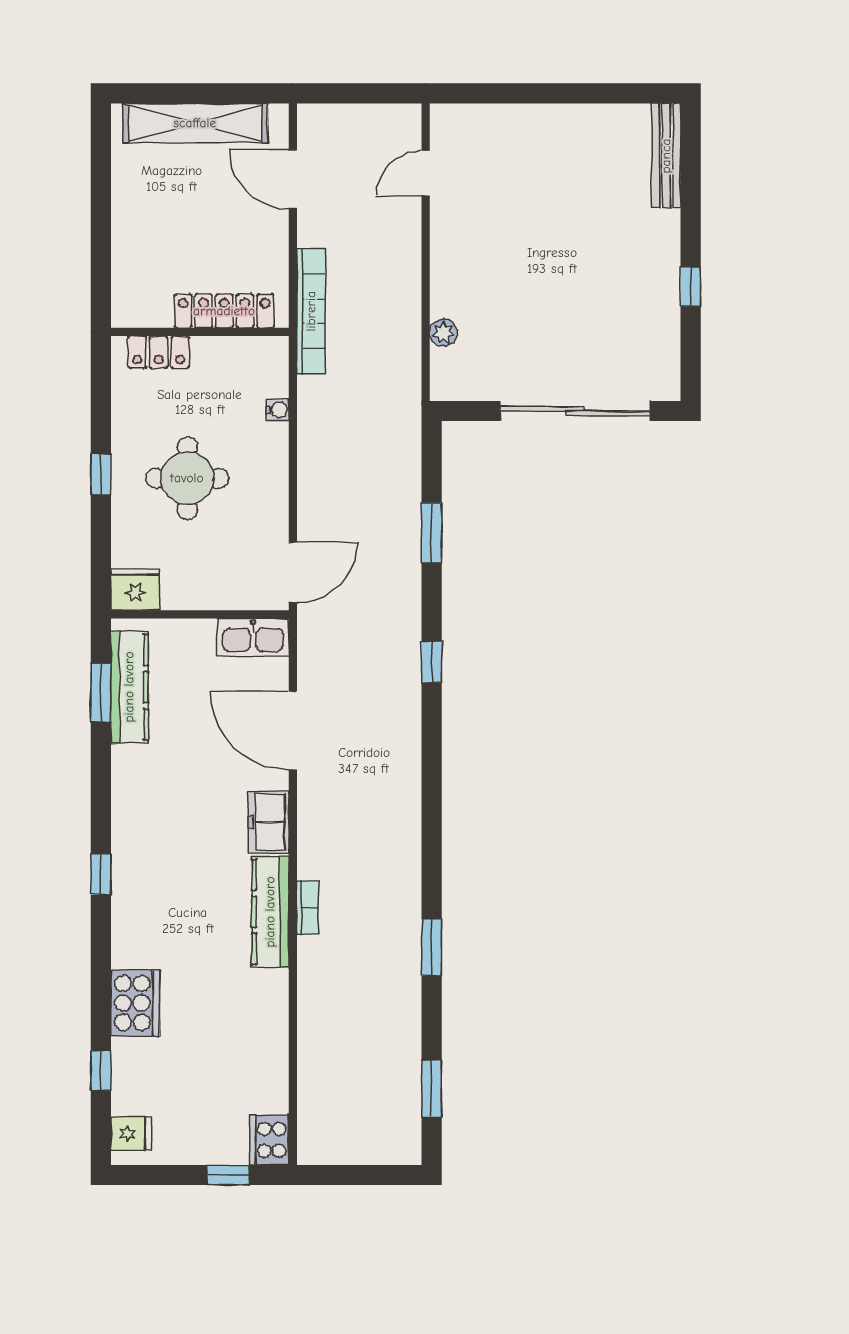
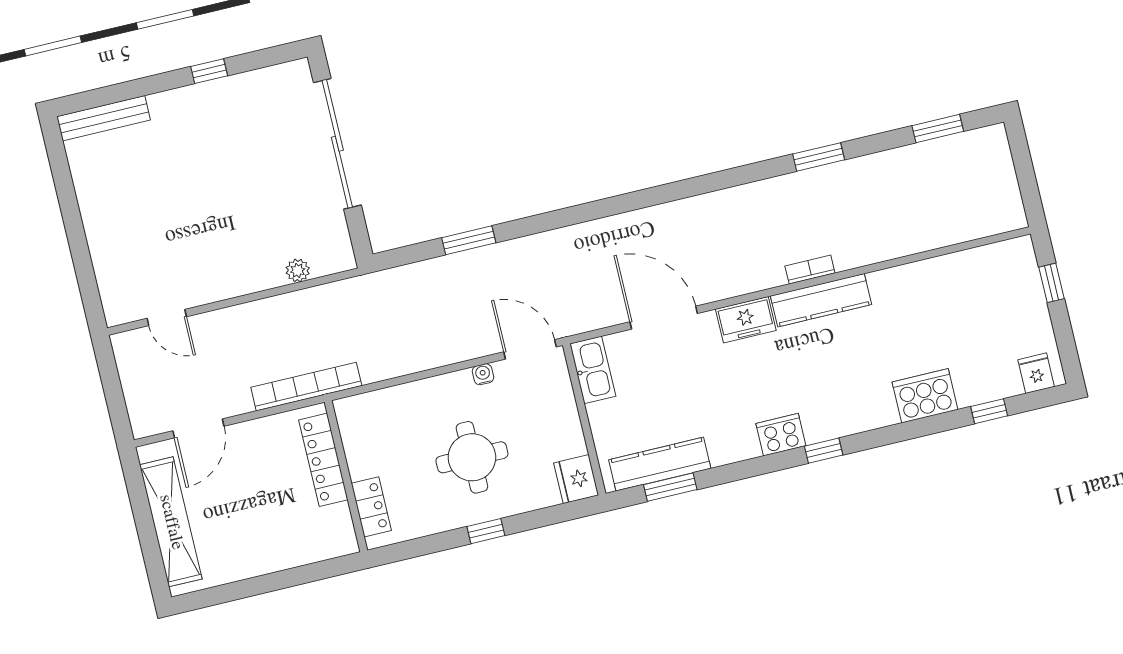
water cooler: (277, 410) -> (483, 374), moved
window: (432, 662) -> (578, 214), removed
door: (293, 731) -> (664, 318), swing flipped
cooker: (269, 1140) -> (781, 435), moved, turned 180

